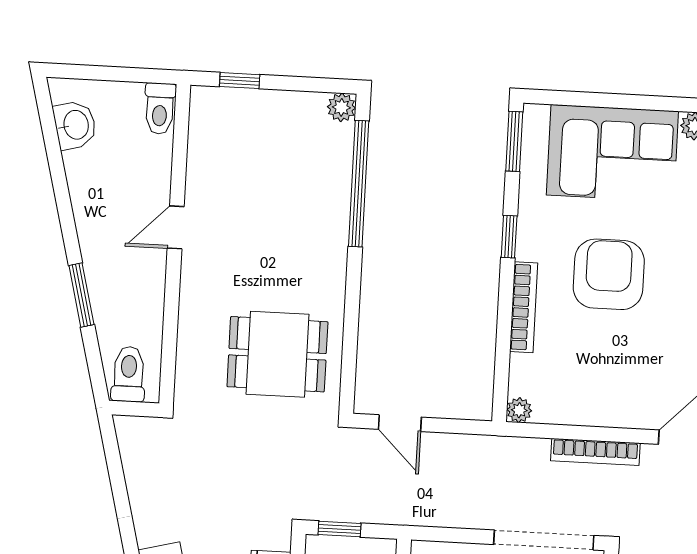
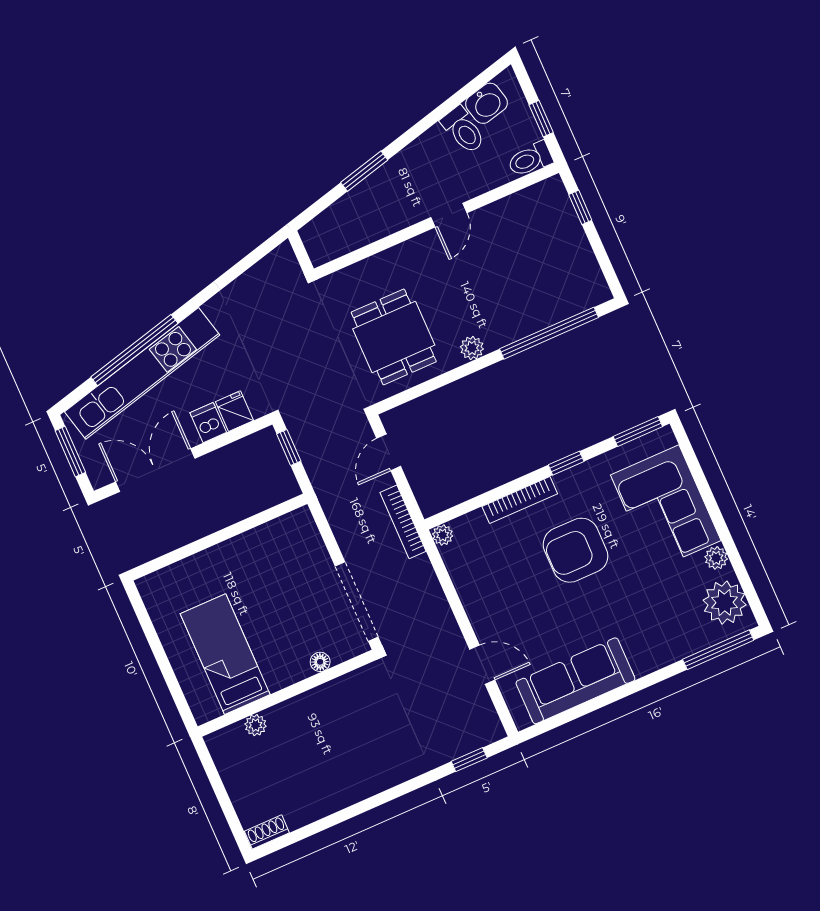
window: (122, 74) -> (541, 119), added
plant: (341, 107) -> (472, 348), moved
door: (176, 227) -> (449, 215), swing flipped
armchair: (609, 274) -> (576, 550), turned 180
toilet: (129, 374) -> (463, 130), moved, turned 76
bookcase: (595, 452) -> (403, 522), moved

